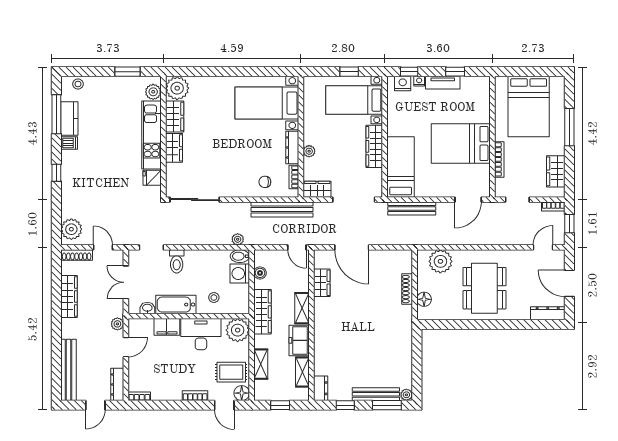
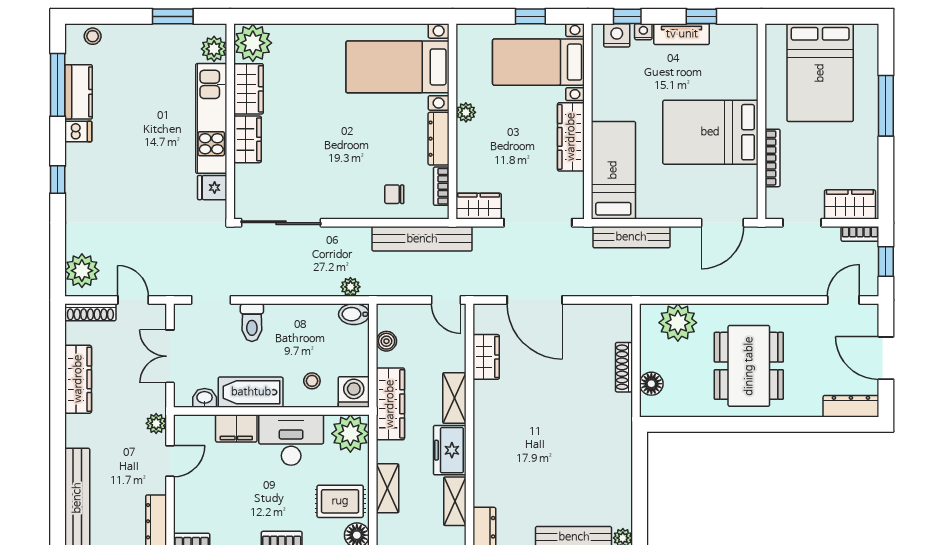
plant: (309, 151) -> (466, 112), moved
wardrobe: (556, 171) -> (850, 204), moved, turned 90
washing machine: (240, 273) -> (354, 392), moved, turned 90

